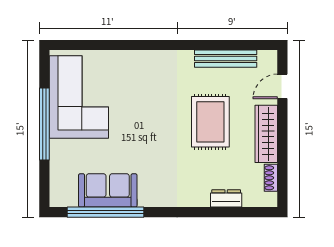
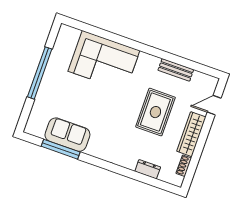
bench: (226, 59) -> (176, 70), width x0.73
corner sofa: (79, 97) -> (104, 61), moved, turned 90
window: (106, 212) -> (61, 149), width x0.68

